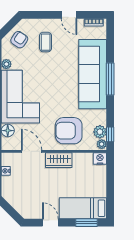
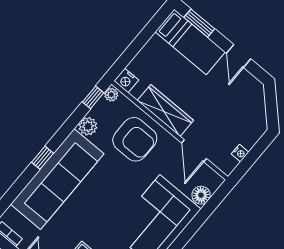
window: (110, 79) -> (42, 158), width x0.46
plant: (100, 132) -> (88, 126), moved
wardrobe: (59, 160) -> (165, 110), width x1.50

